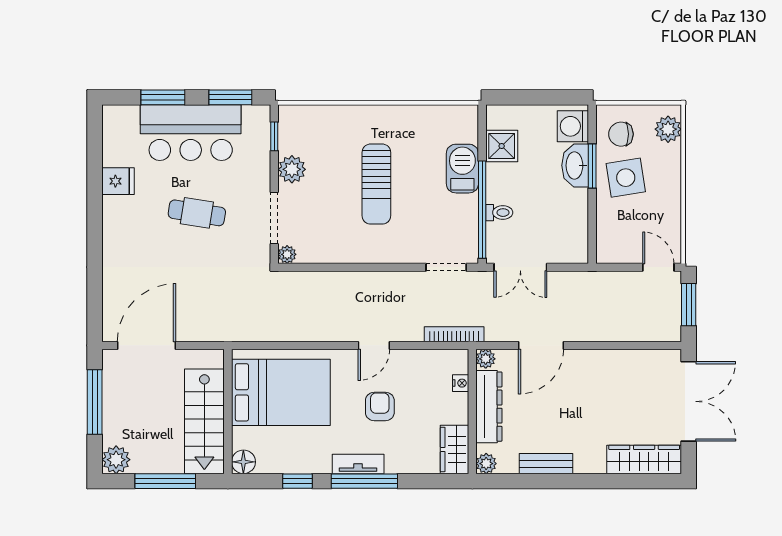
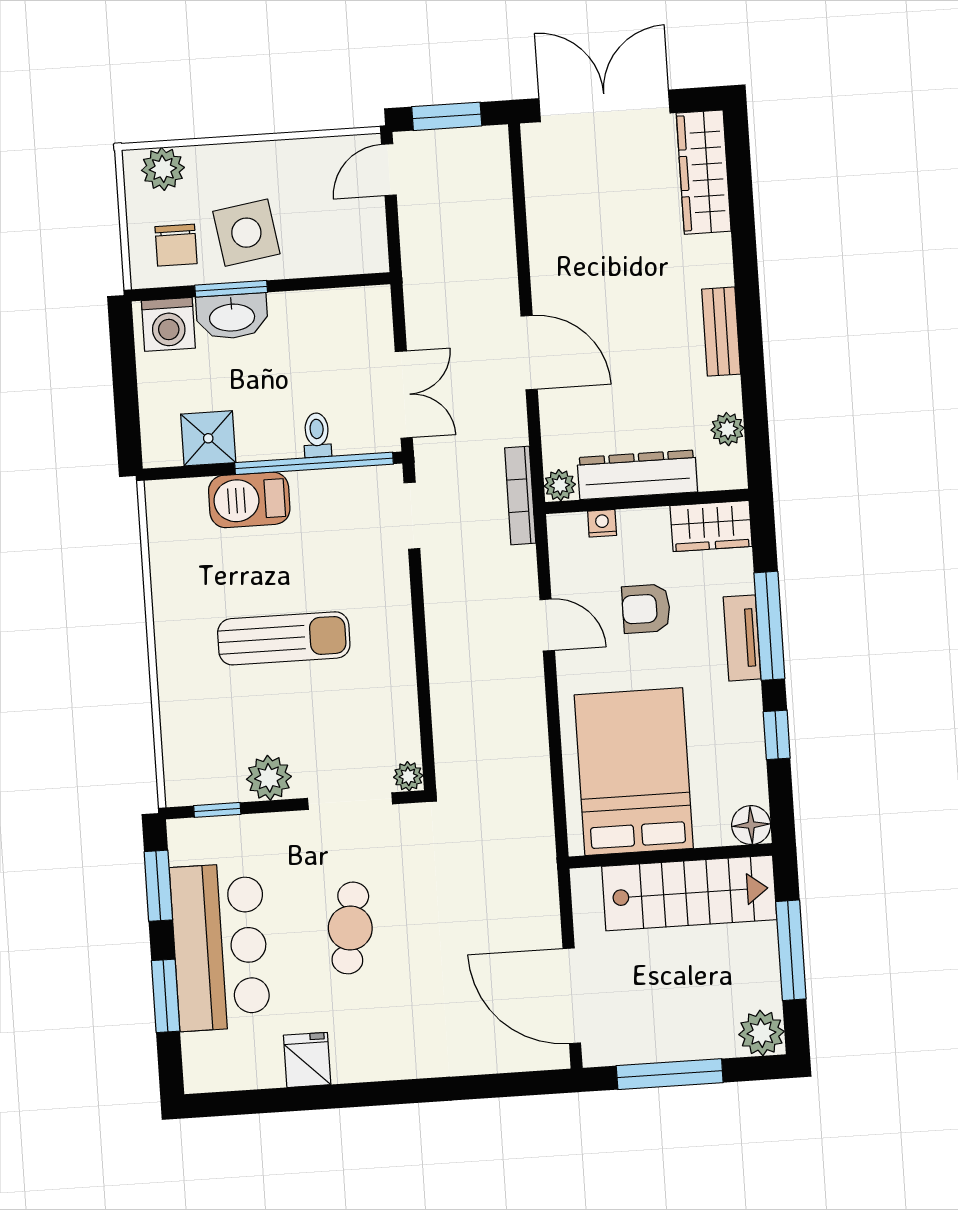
plant: (486, 359) -> (560, 485), moved
nightstand: (461, 383) -> (602, 523), moved
dresser: (489, 407) -> (637, 475), moved
wall: (472, 411) -> (647, 501), moved
wardrobe: (455, 450) -> (711, 526), moved

